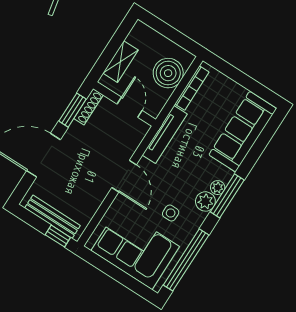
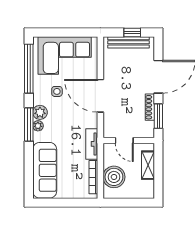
shoe rack: (88, 107) -> (150, 107), moved
tv unit: (165, 134) -> (92, 144), width x0.71
door: (124, 176) -> (100, 96), width x1.36
window: (58, 236) -> (132, 32), moved

